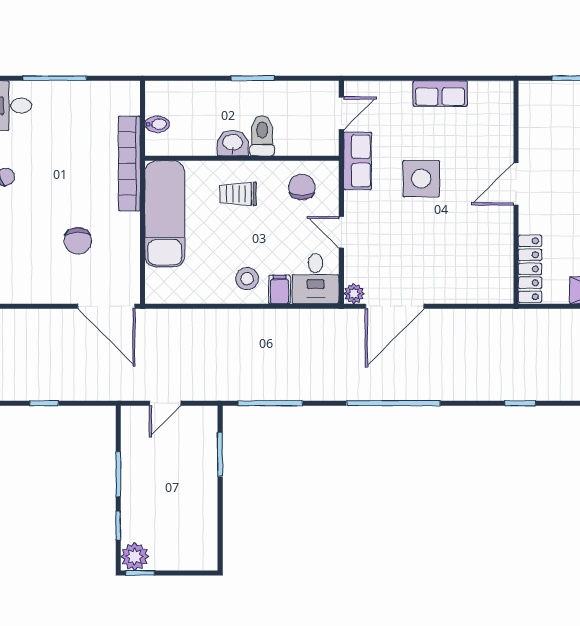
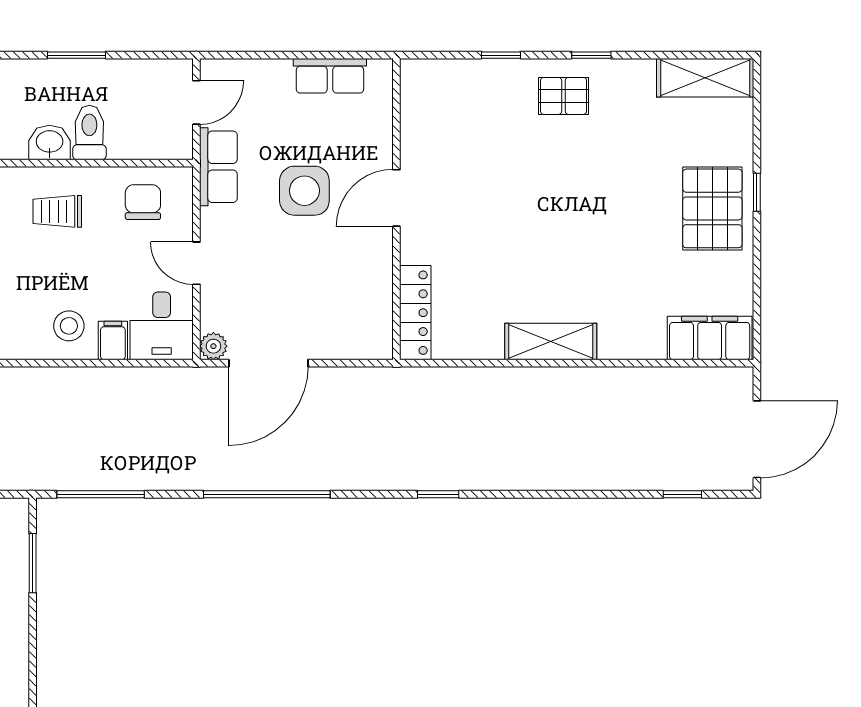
door: (516, 184) -> (396, 198), moved
wall: (516, 192) -> (396, 209), moved
locker: (530, 269) -> (415, 313), moved

